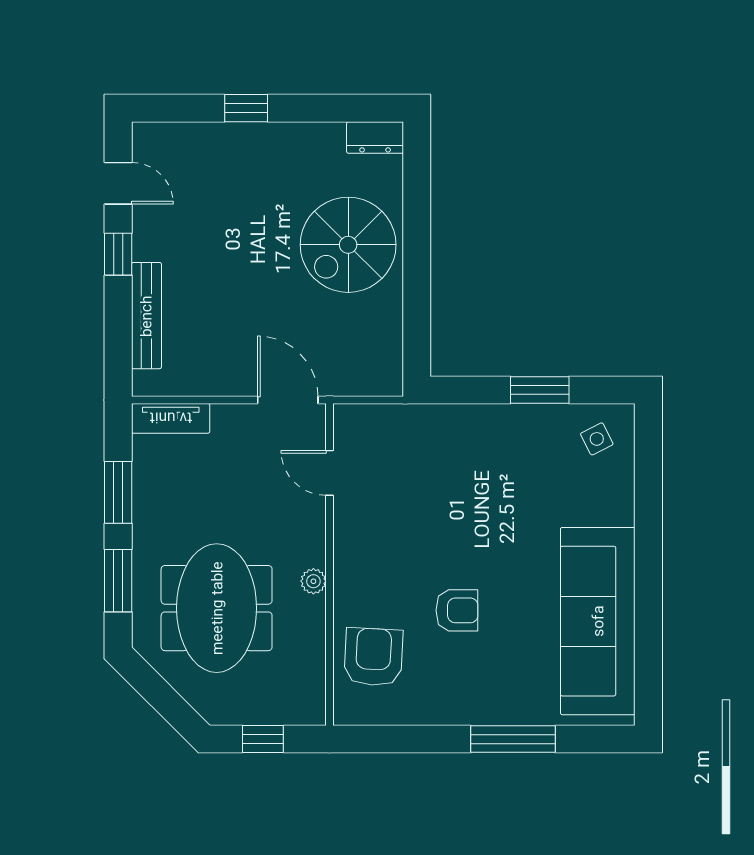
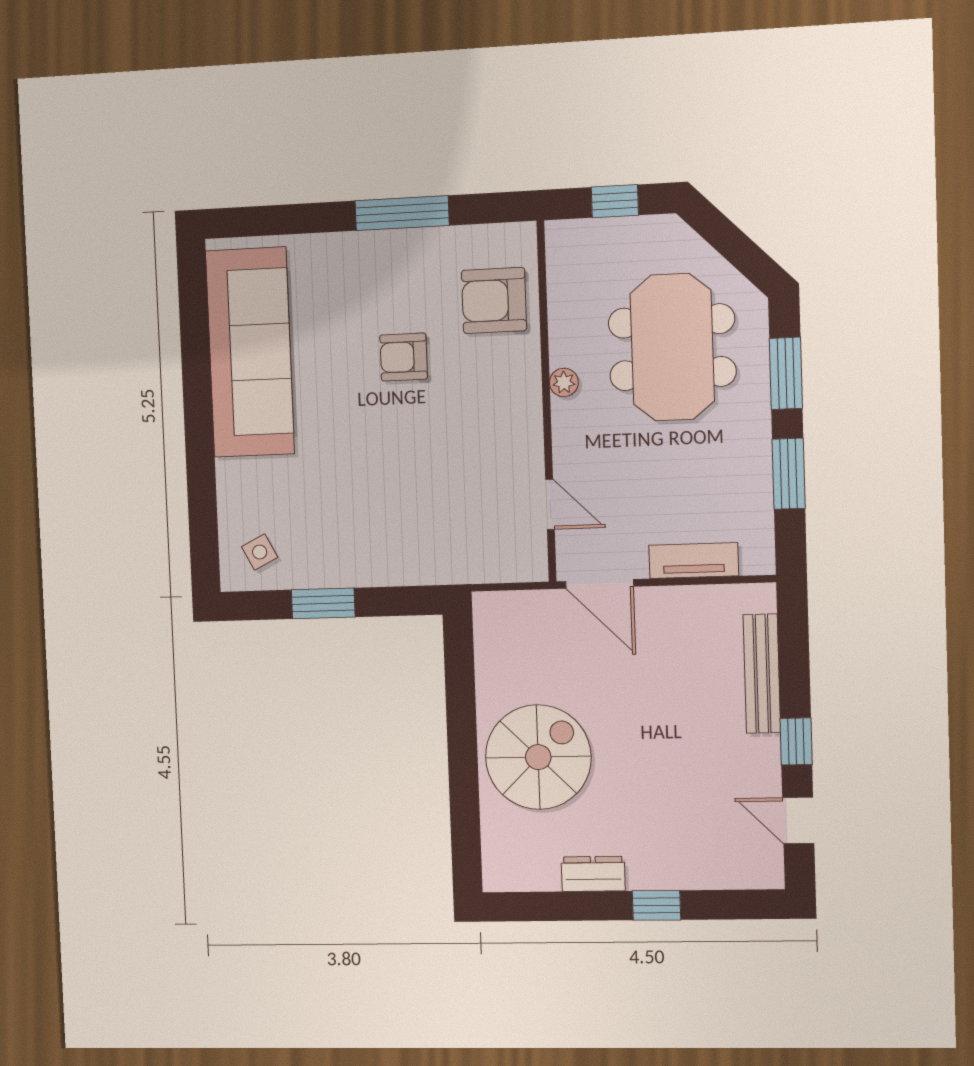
dresser: (375, 137) -> (593, 874), moved
tv unit: (171, 418) -> (694, 560), moved
armchair: (373, 657) -> (494, 300), turned 87
window: (513, 739) -> (402, 213), moved

